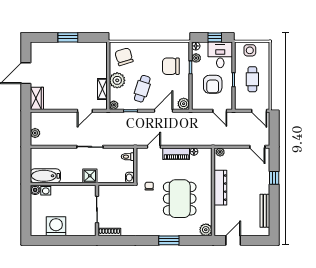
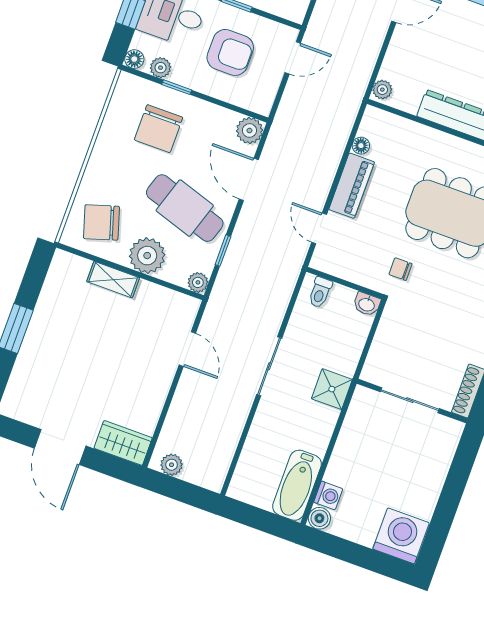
shelving: (102, 89) -> (113, 280), moved
cafe table: (142, 89) -> (185, 208), width x1.37, depth x1.35
plant: (35, 133) -> (172, 465), moved
washing machine: (56, 226) -> (401, 536), moved, turned 90

